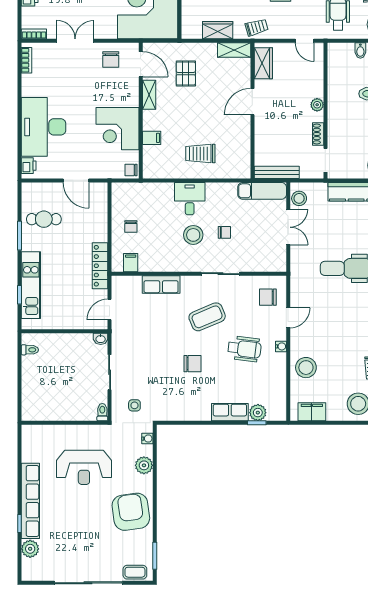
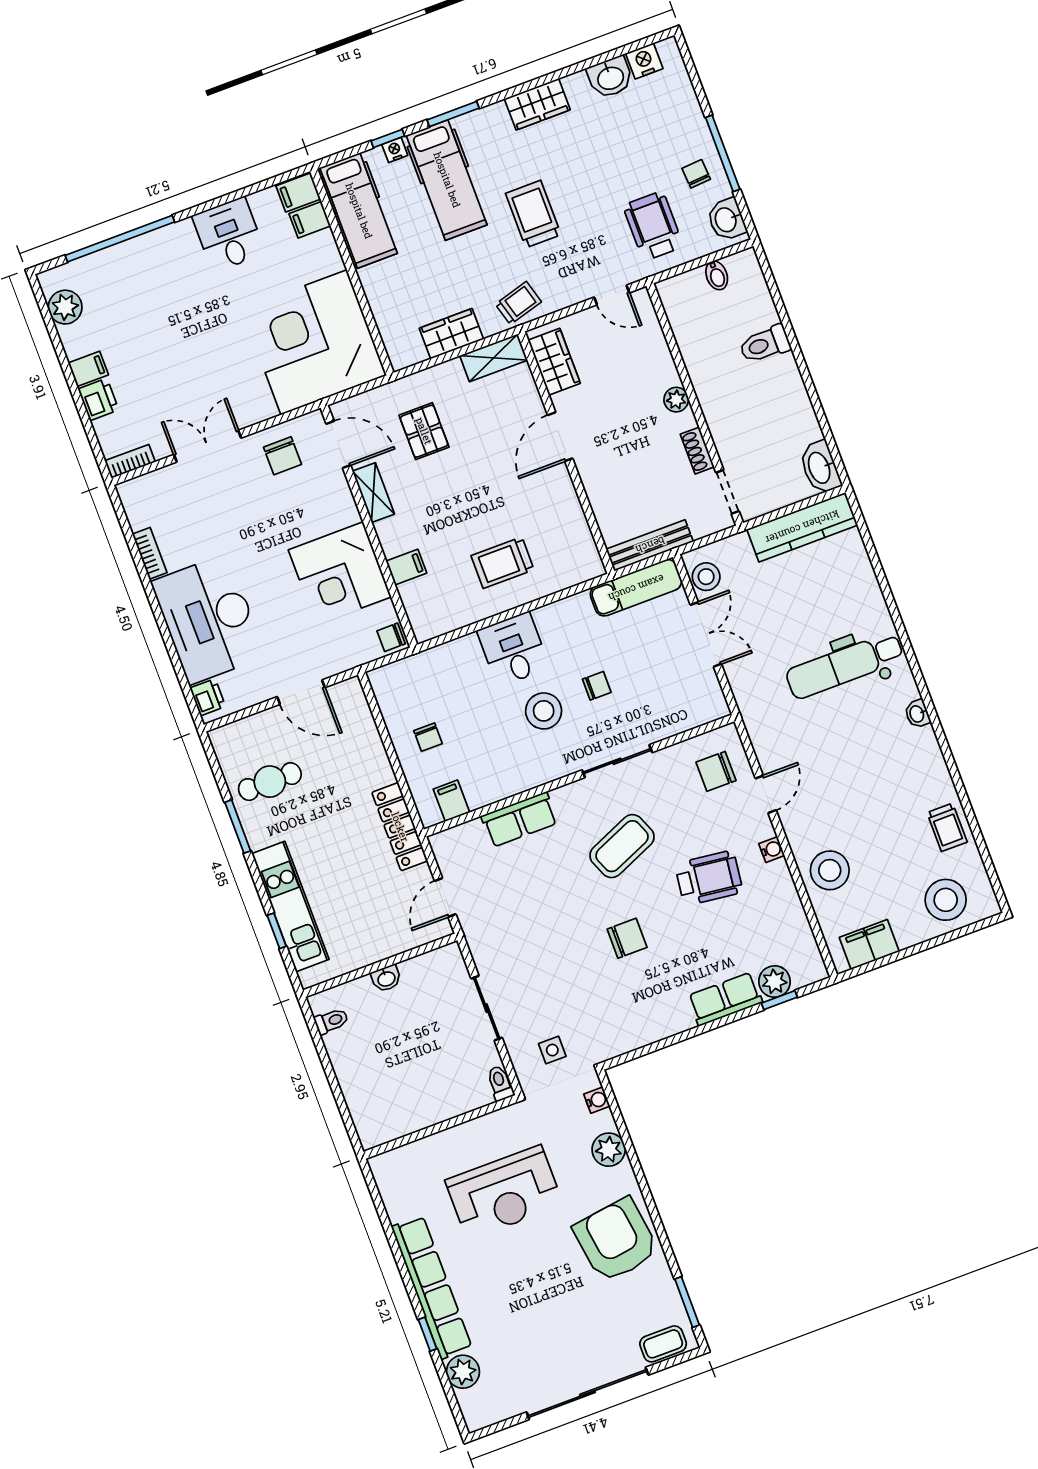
bookcase: (27, 60) -> (150, 553), moved
washbasin: (101, 339) -> (386, 978), moved

